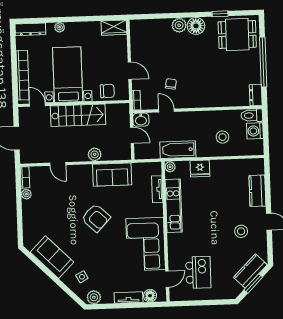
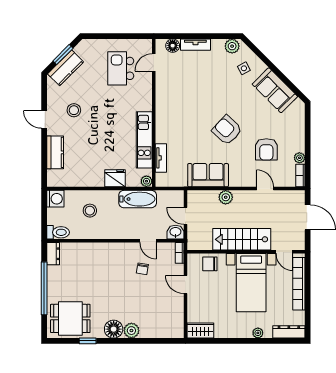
washing machine: (255, 131) -> (55, 199), moved
armchair: (58, 201) -> (266, 149), added
corner sofa: (146, 244) -> (175, 100), removed

